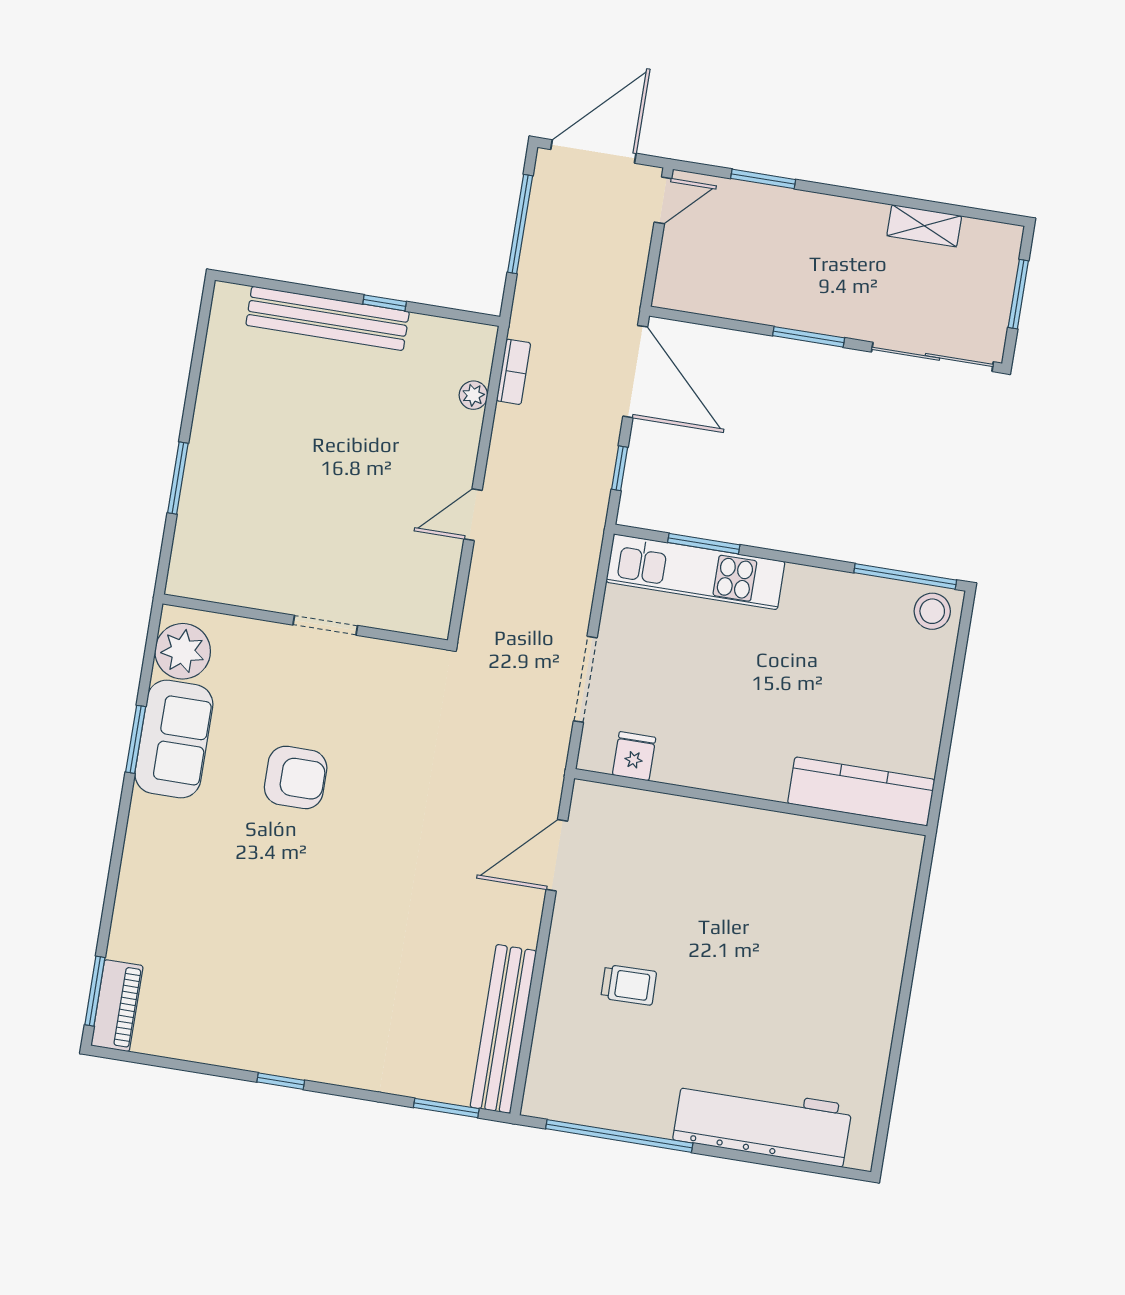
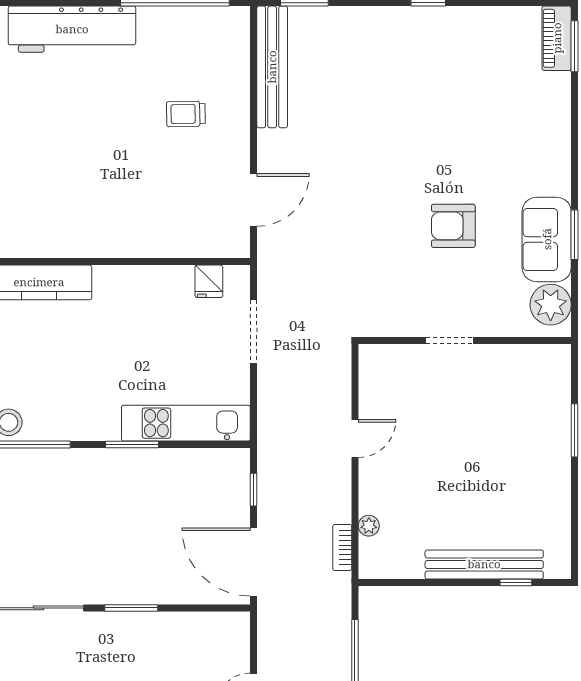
window: (385, 303) -> (516, 583), moved
window: (704, 544) -> (132, 445), moved

